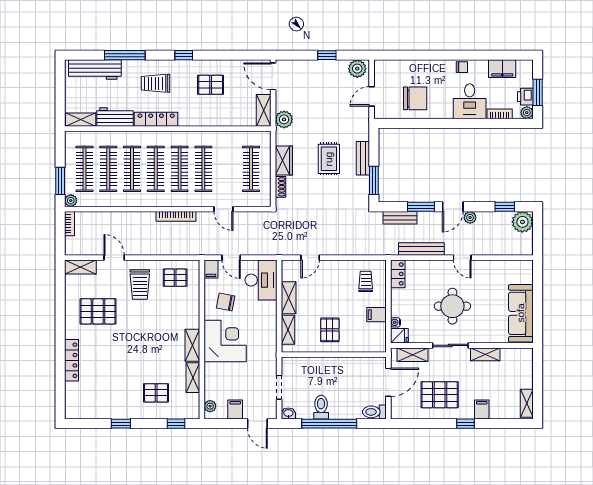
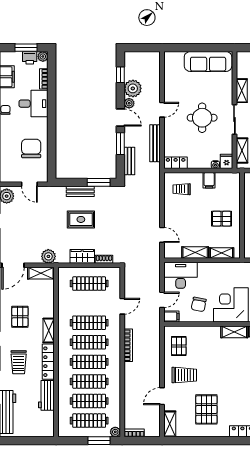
shelving: (81, 120) -> (49, 330), moved
plant: (522, 222) -> (133, 88), moved

